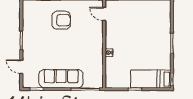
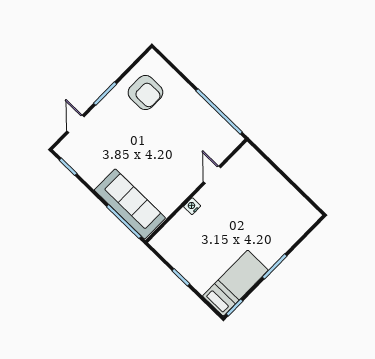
door: (104, 14) -> (212, 175), moved
armchair: (61, 20) -> (145, 93), moved
sofa: (61, 79) -> (130, 204), moved
bed: (151, 79) -> (235, 283), moved, turned 90

